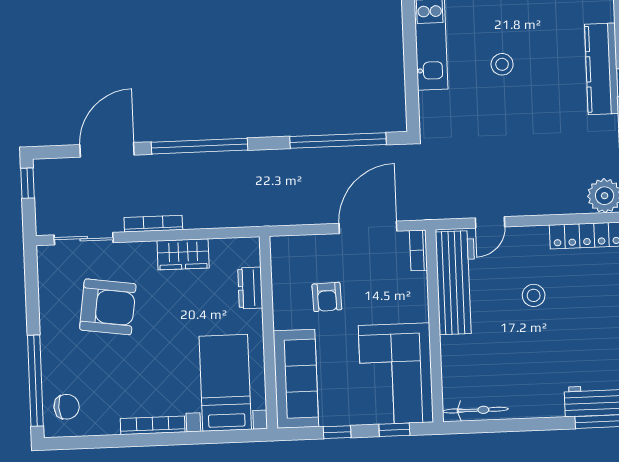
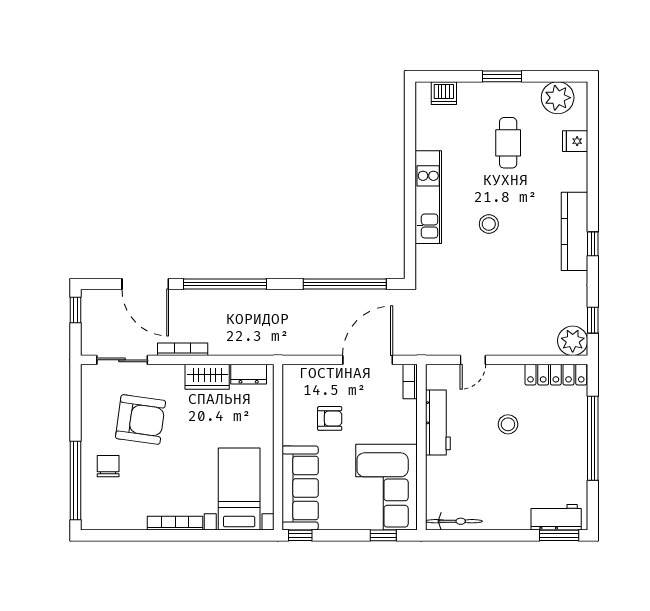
door: (107, 150) -> (145, 284), swing flipped
workbench: (456, 283) -> (438, 423), width x0.73, depth x0.76
dresser: (250, 288) -> (249, 374), moved, turned -90
armchair: (327, 297) -> (330, 418), turned -88
chair: (67, 407) -> (108, 466), moved, turned -87
window: (337, 432) -> (300, 535), moved

